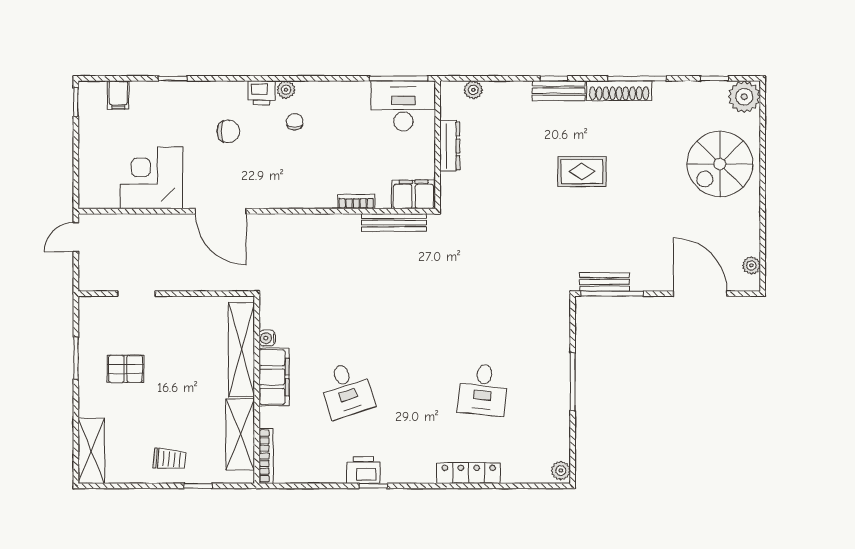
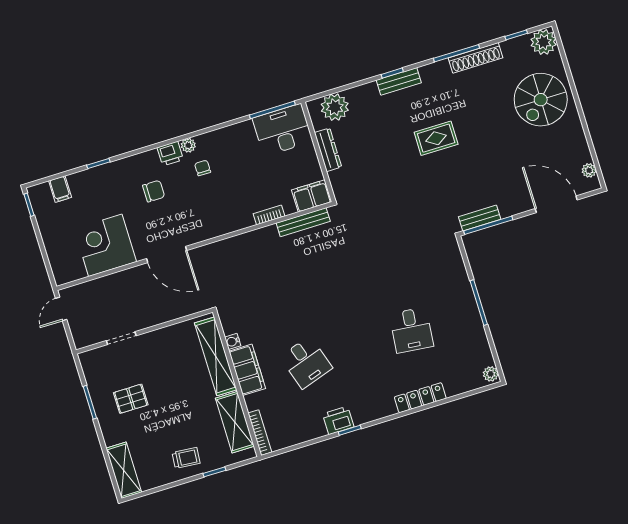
plant: (473, 90) -> (335, 107), width x1.88, depth x1.88
shoe rack: (619, 91) -> (476, 58), moved

